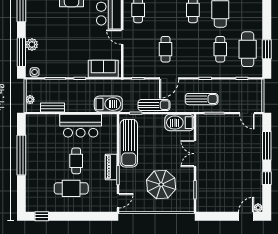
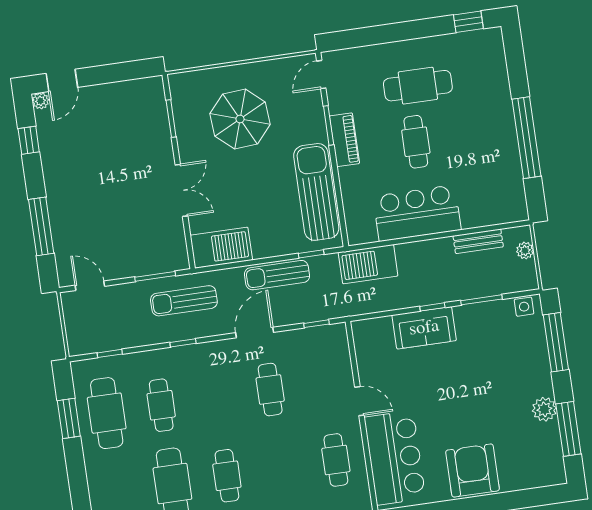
plant: (32, 45) -> (544, 409), moved
sofa: (103, 69) -> (424, 328), moved
window: (267, 178) -> (29, 140), moved

